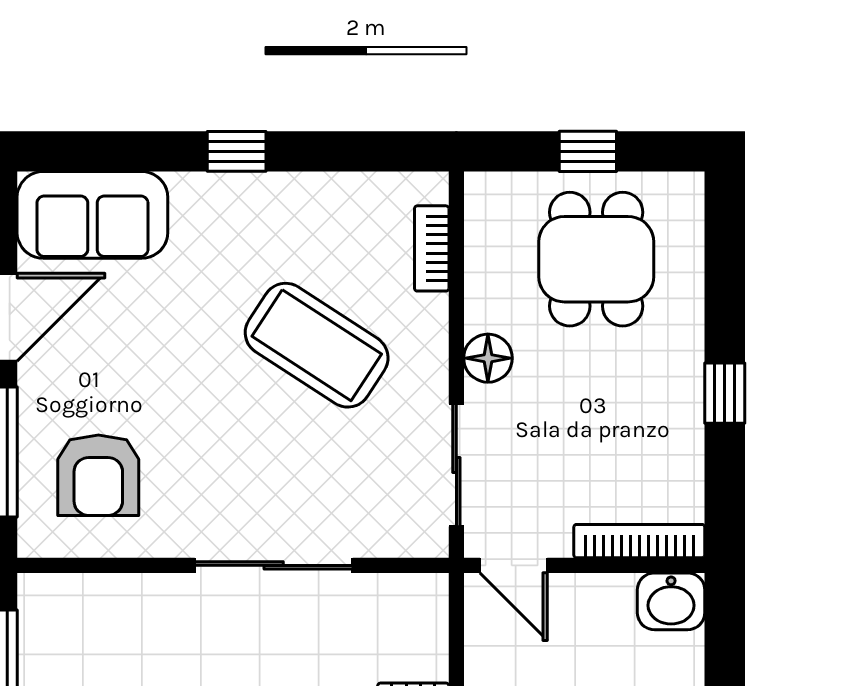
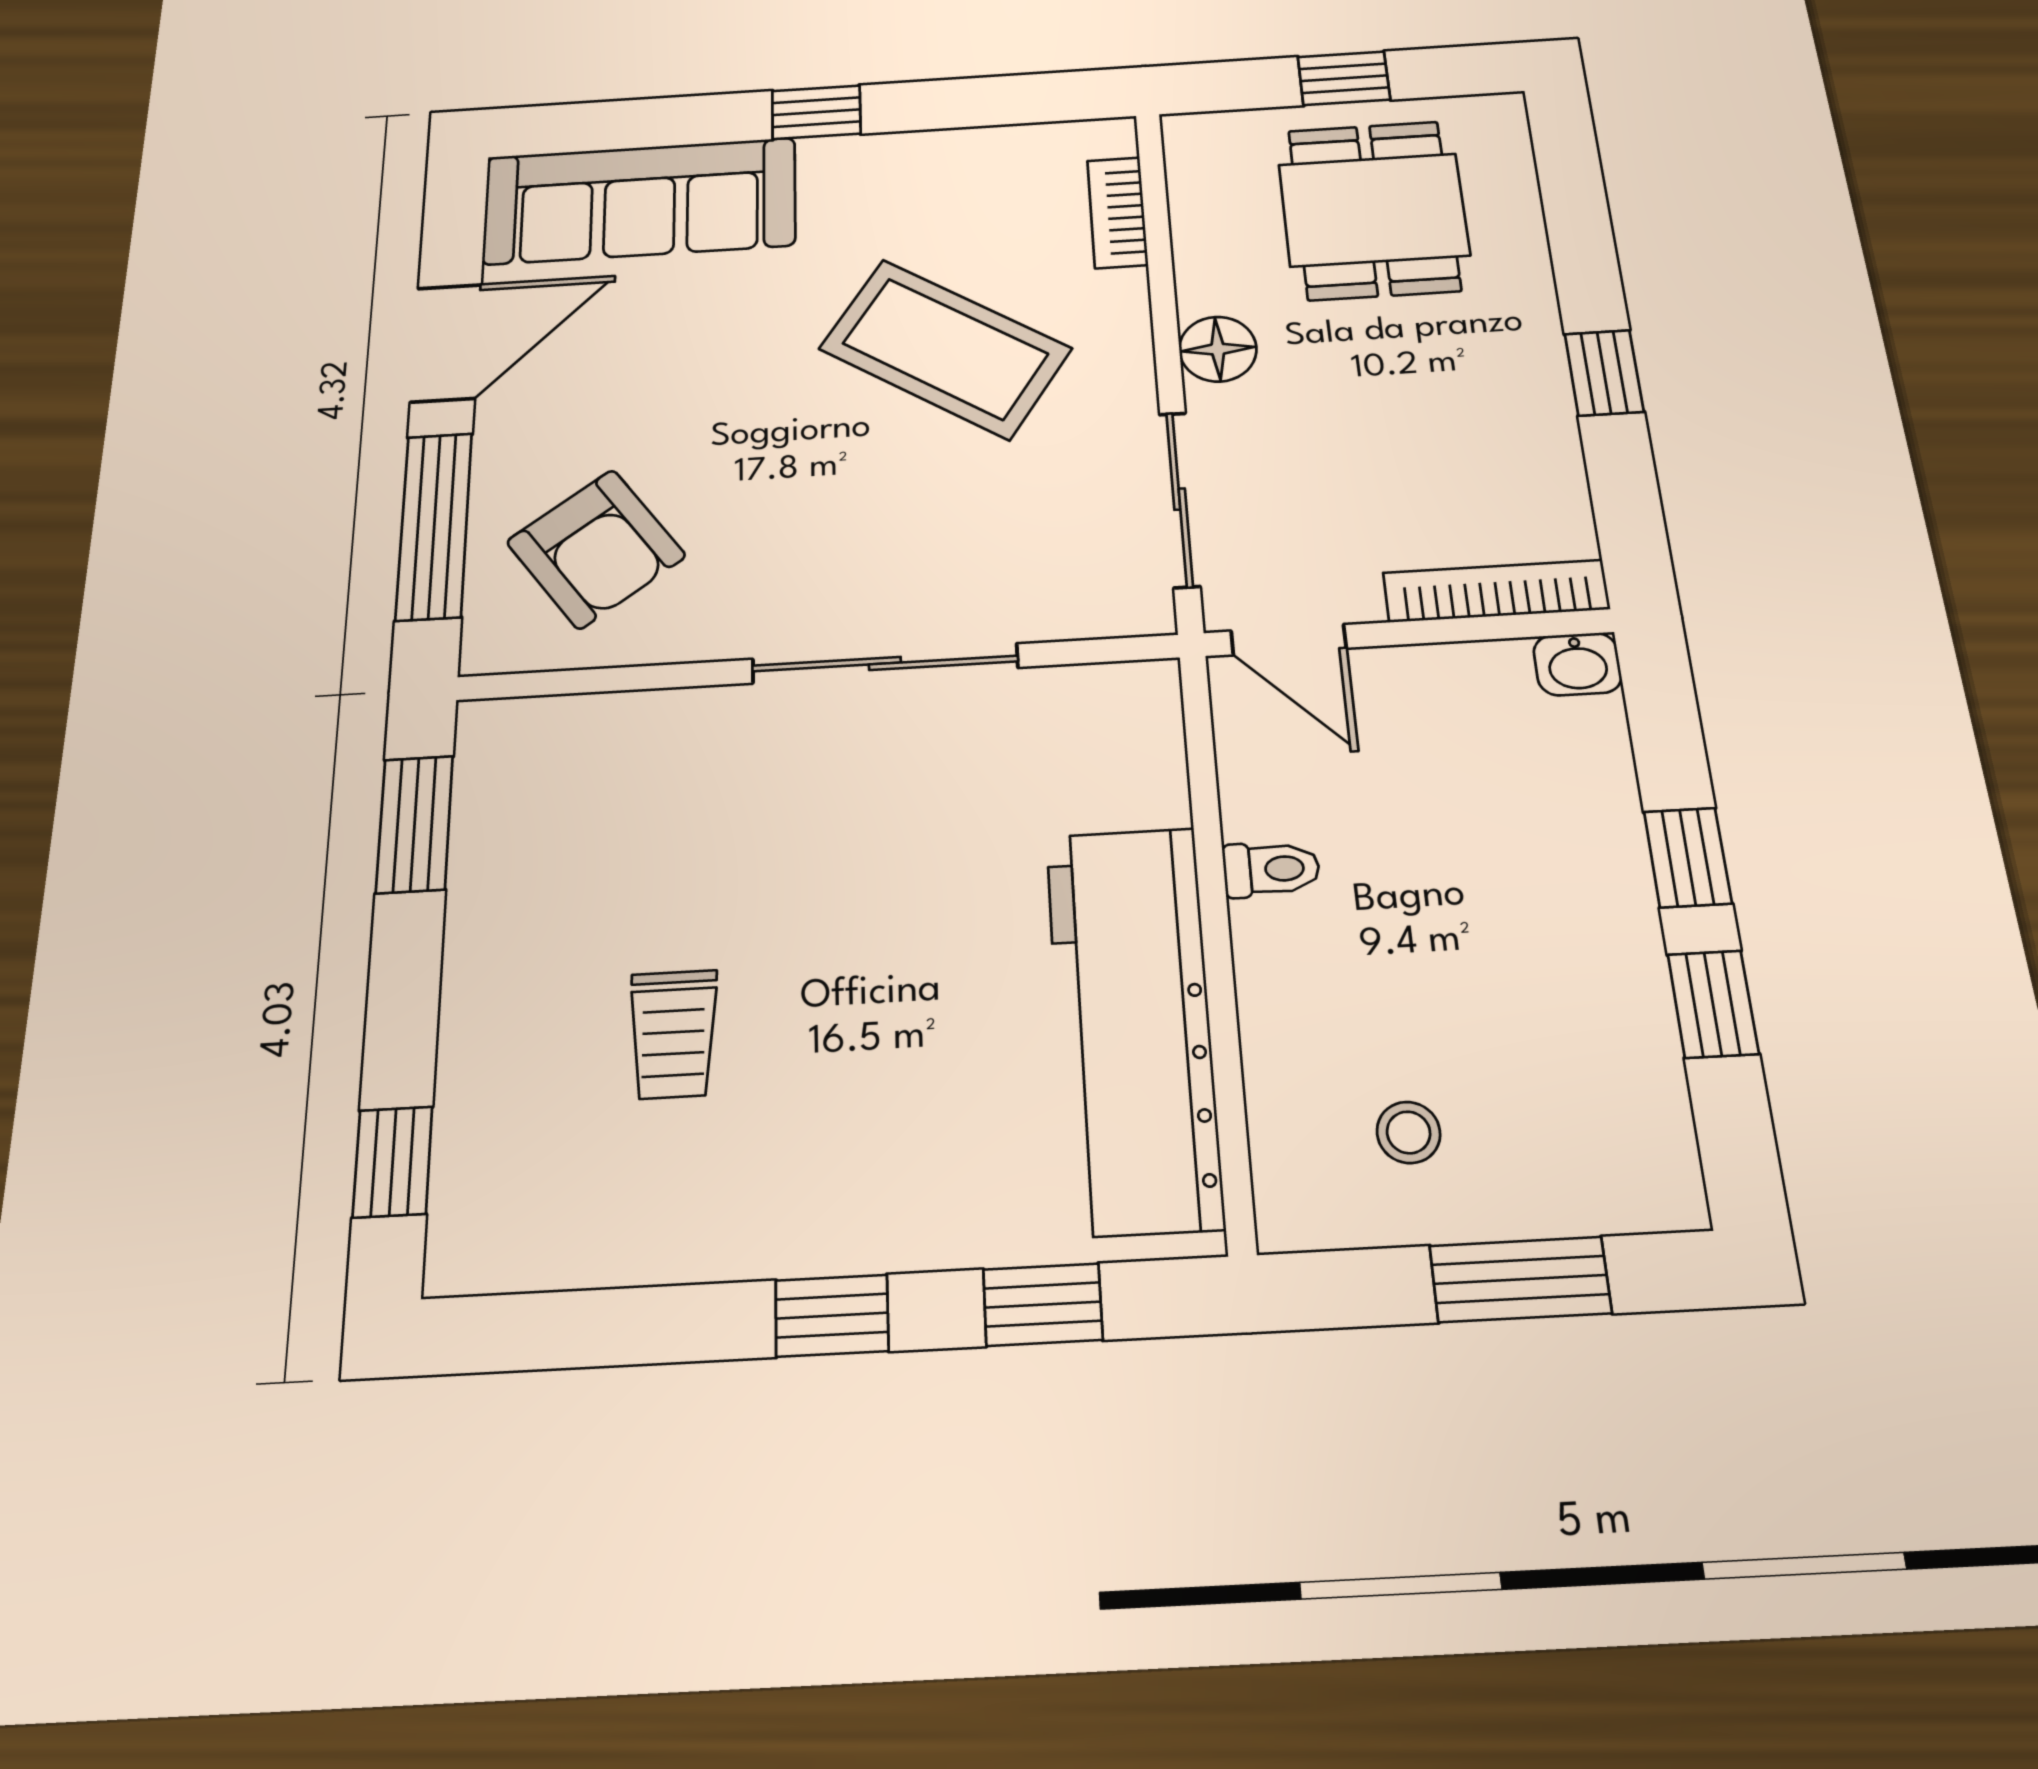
sofa: (92, 215) -> (640, 201), width x1.36
armchair: (98, 475) -> (596, 549), turned -36
washbasin: (671, 601) -> (1577, 664), width x0.72, depth x0.69

